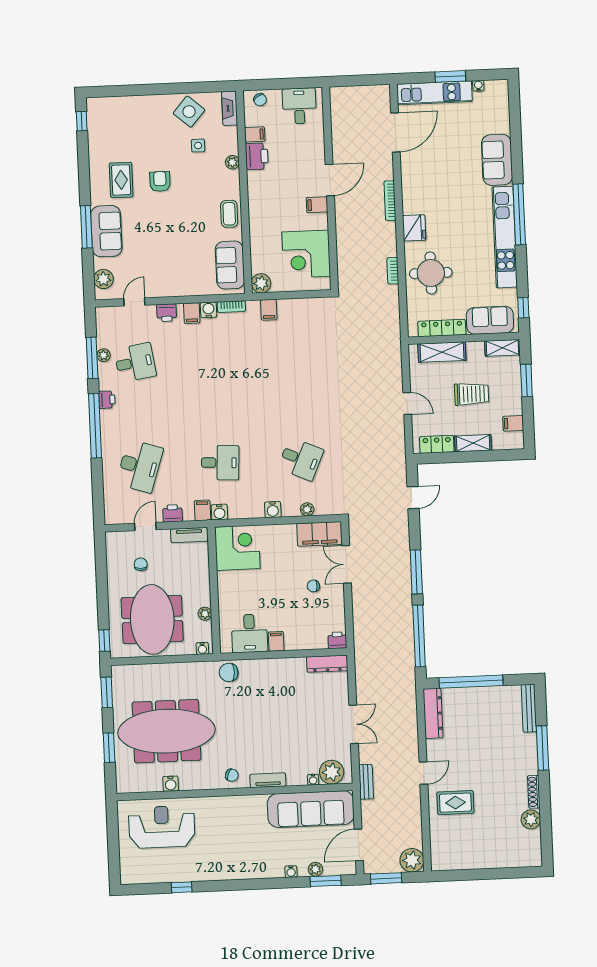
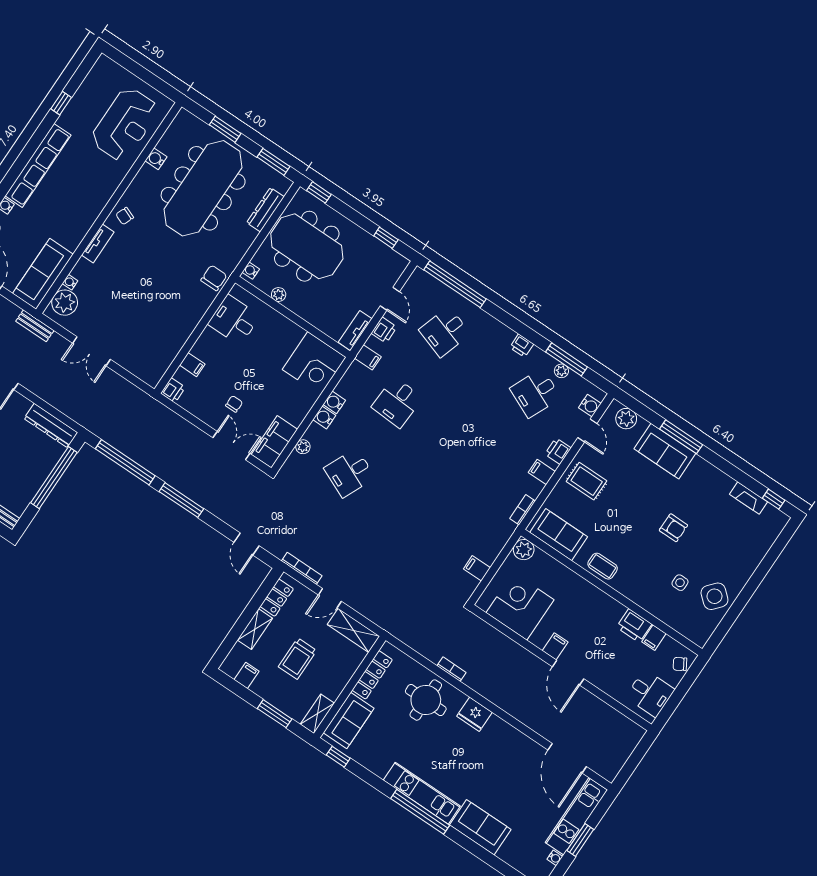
fireplace: (230, 108) -> (749, 498), moved, turned 180
plant: (232, 162) -> (644, 601), removed
rug: (121, 180) -> (587, 481), moved
bookcase: (390, 201) -> (302, 568), moved
kitchen unit: (505, 237) -> (422, 793), width x0.73
water cooler: (208, 310) -> (590, 406), moved
filing cabinet: (269, 310) -> (477, 568), moved
shelving: (442, 352) -> (353, 630), moved, turned 90
desk: (135, 362) -> (535, 393), turned 33
window: (95, 426) -> (455, 284), moved
desk: (140, 466) -> (445, 332), width x0.73
water cooler: (219, 512) -> (334, 402), moved
window: (101, 564) -> (386, 238), added
chair: (141, 564) -> (361, 271), removed
filing cabinet: (276, 641) -> (192, 365), moved
dresser: (327, 664) -> (265, 210), moved
sofa: (311, 809) -> (43, 274), width x0.74, depth x0.79
row of seats: (242, 870) -> (38, 165), added

